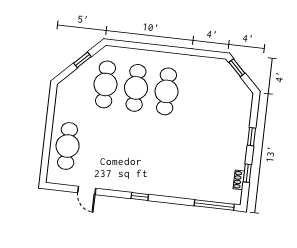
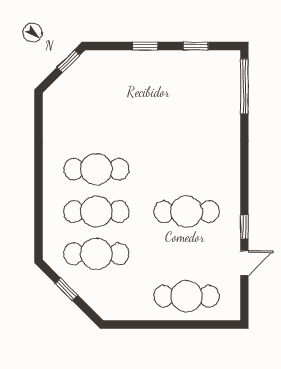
window: (237, 68) -> (68, 61), moved
cafe table: (129, 153) -> (186, 212), added
shoe rack: (239, 180) -> (206, 56), removed
window: (140, 197) -> (244, 227), moved

